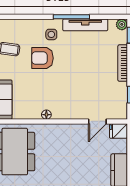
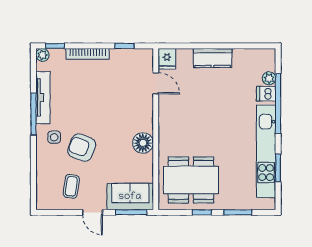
armchair: (42, 58) -> (82, 148), turned 111
floor lamp: (46, 115) -> (143, 143), width x1.89, depth x1.89

